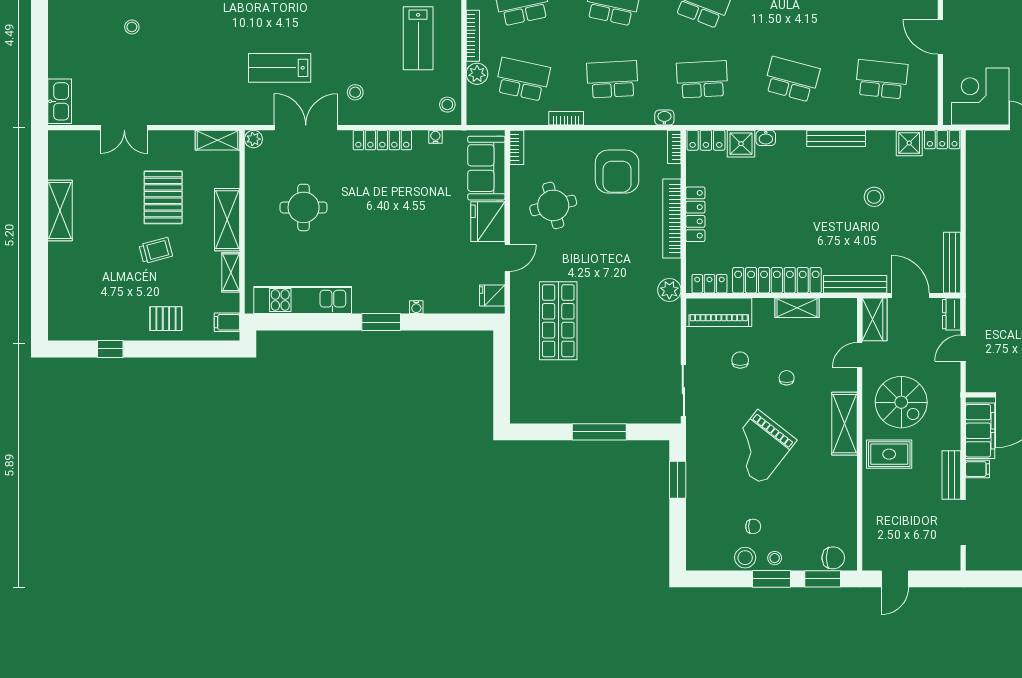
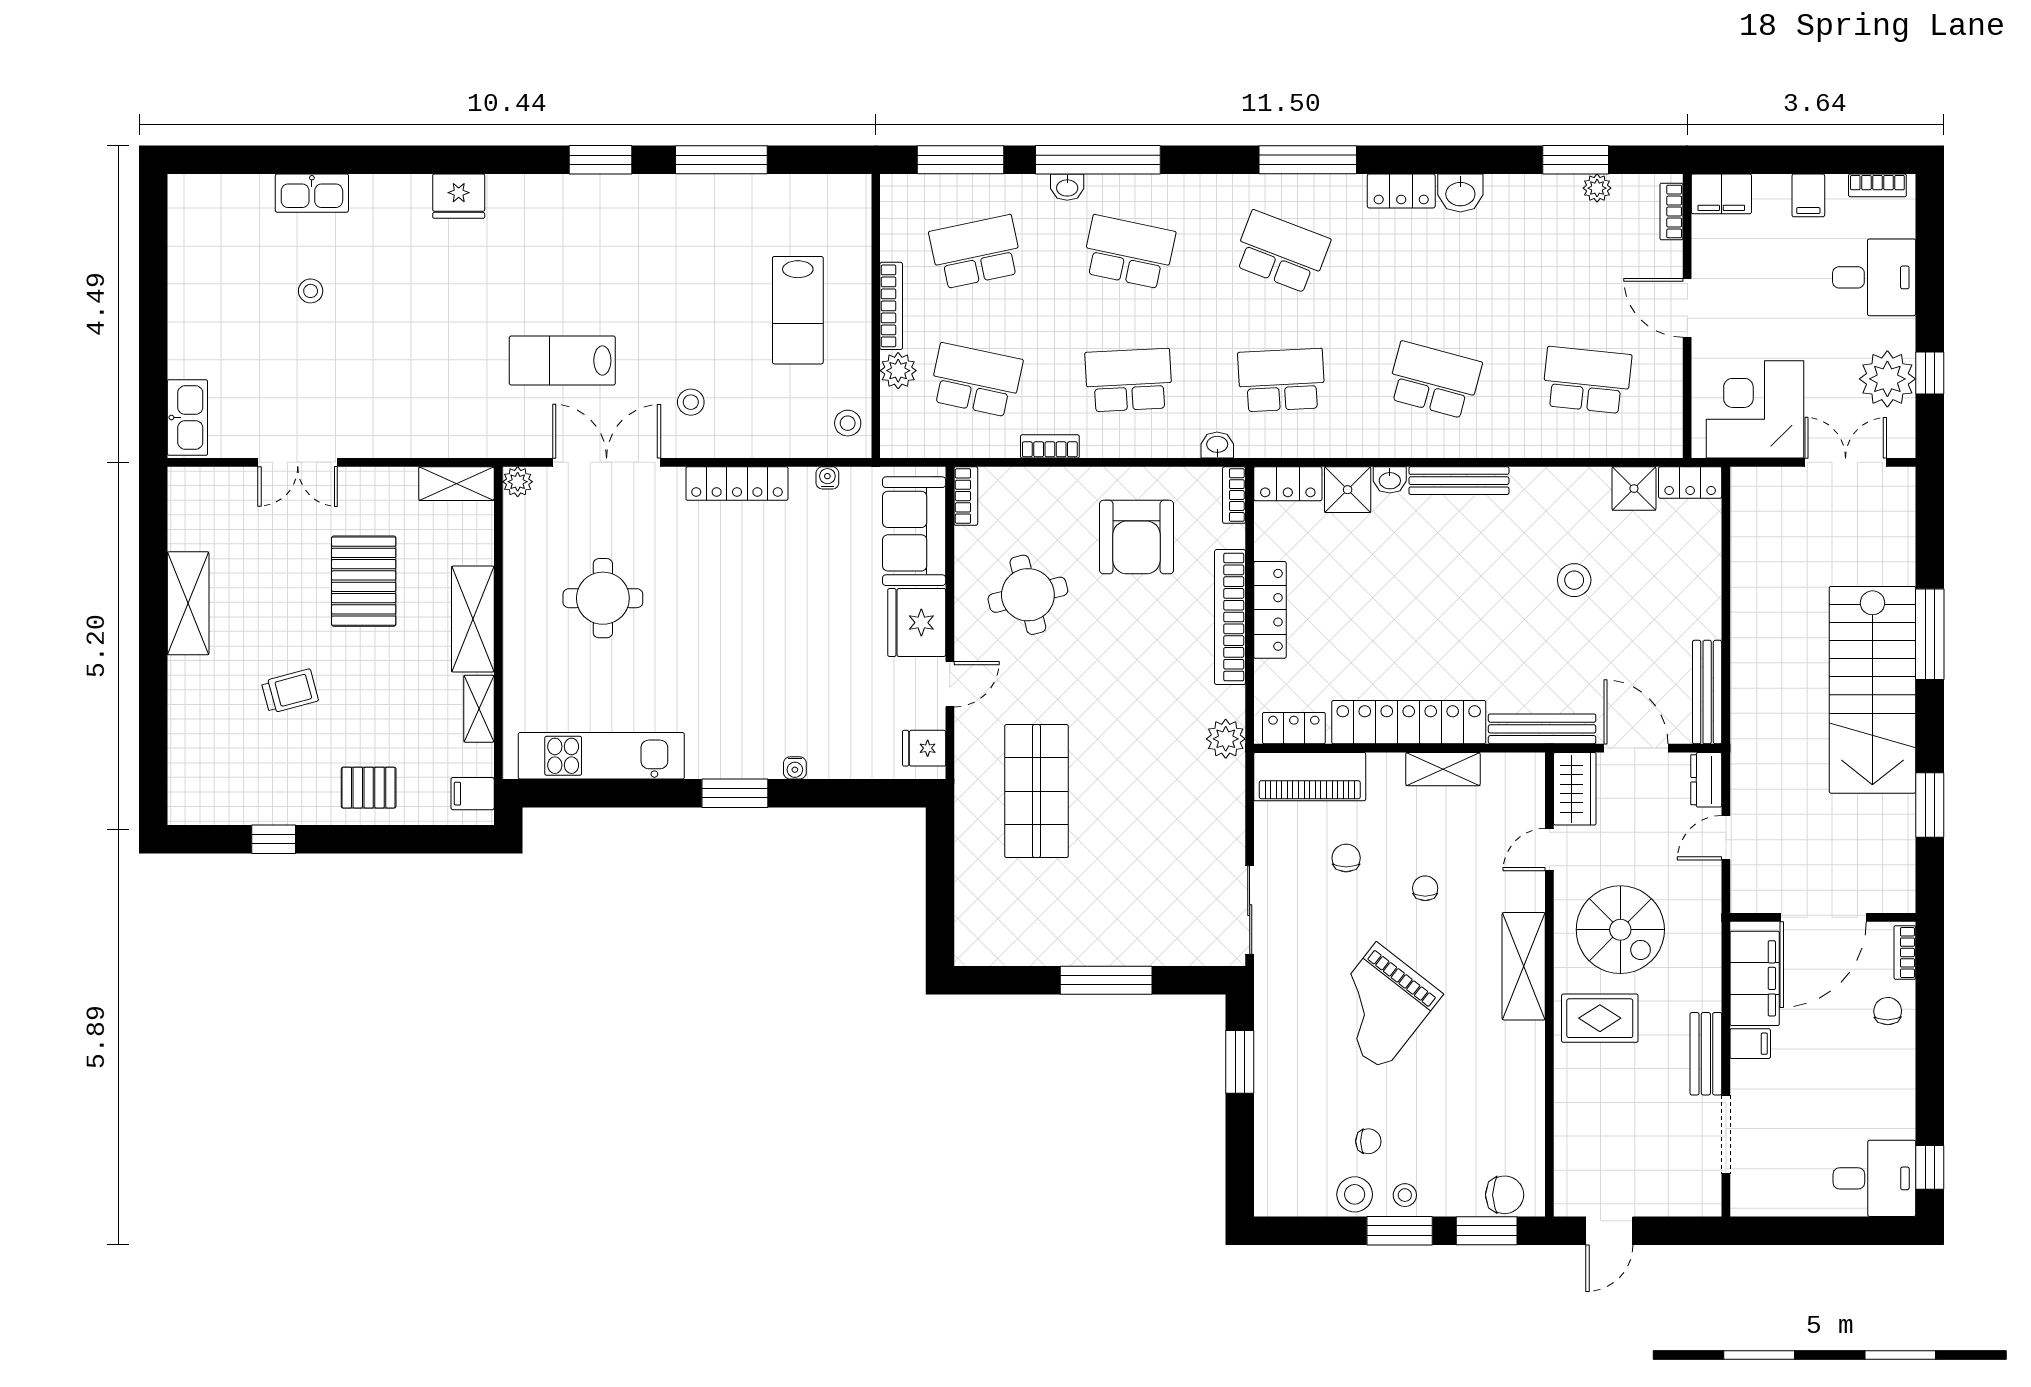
bench: (836, 138) -> (1459, 481), moved
trolley: (156, 250) -> (290, 691), moved

